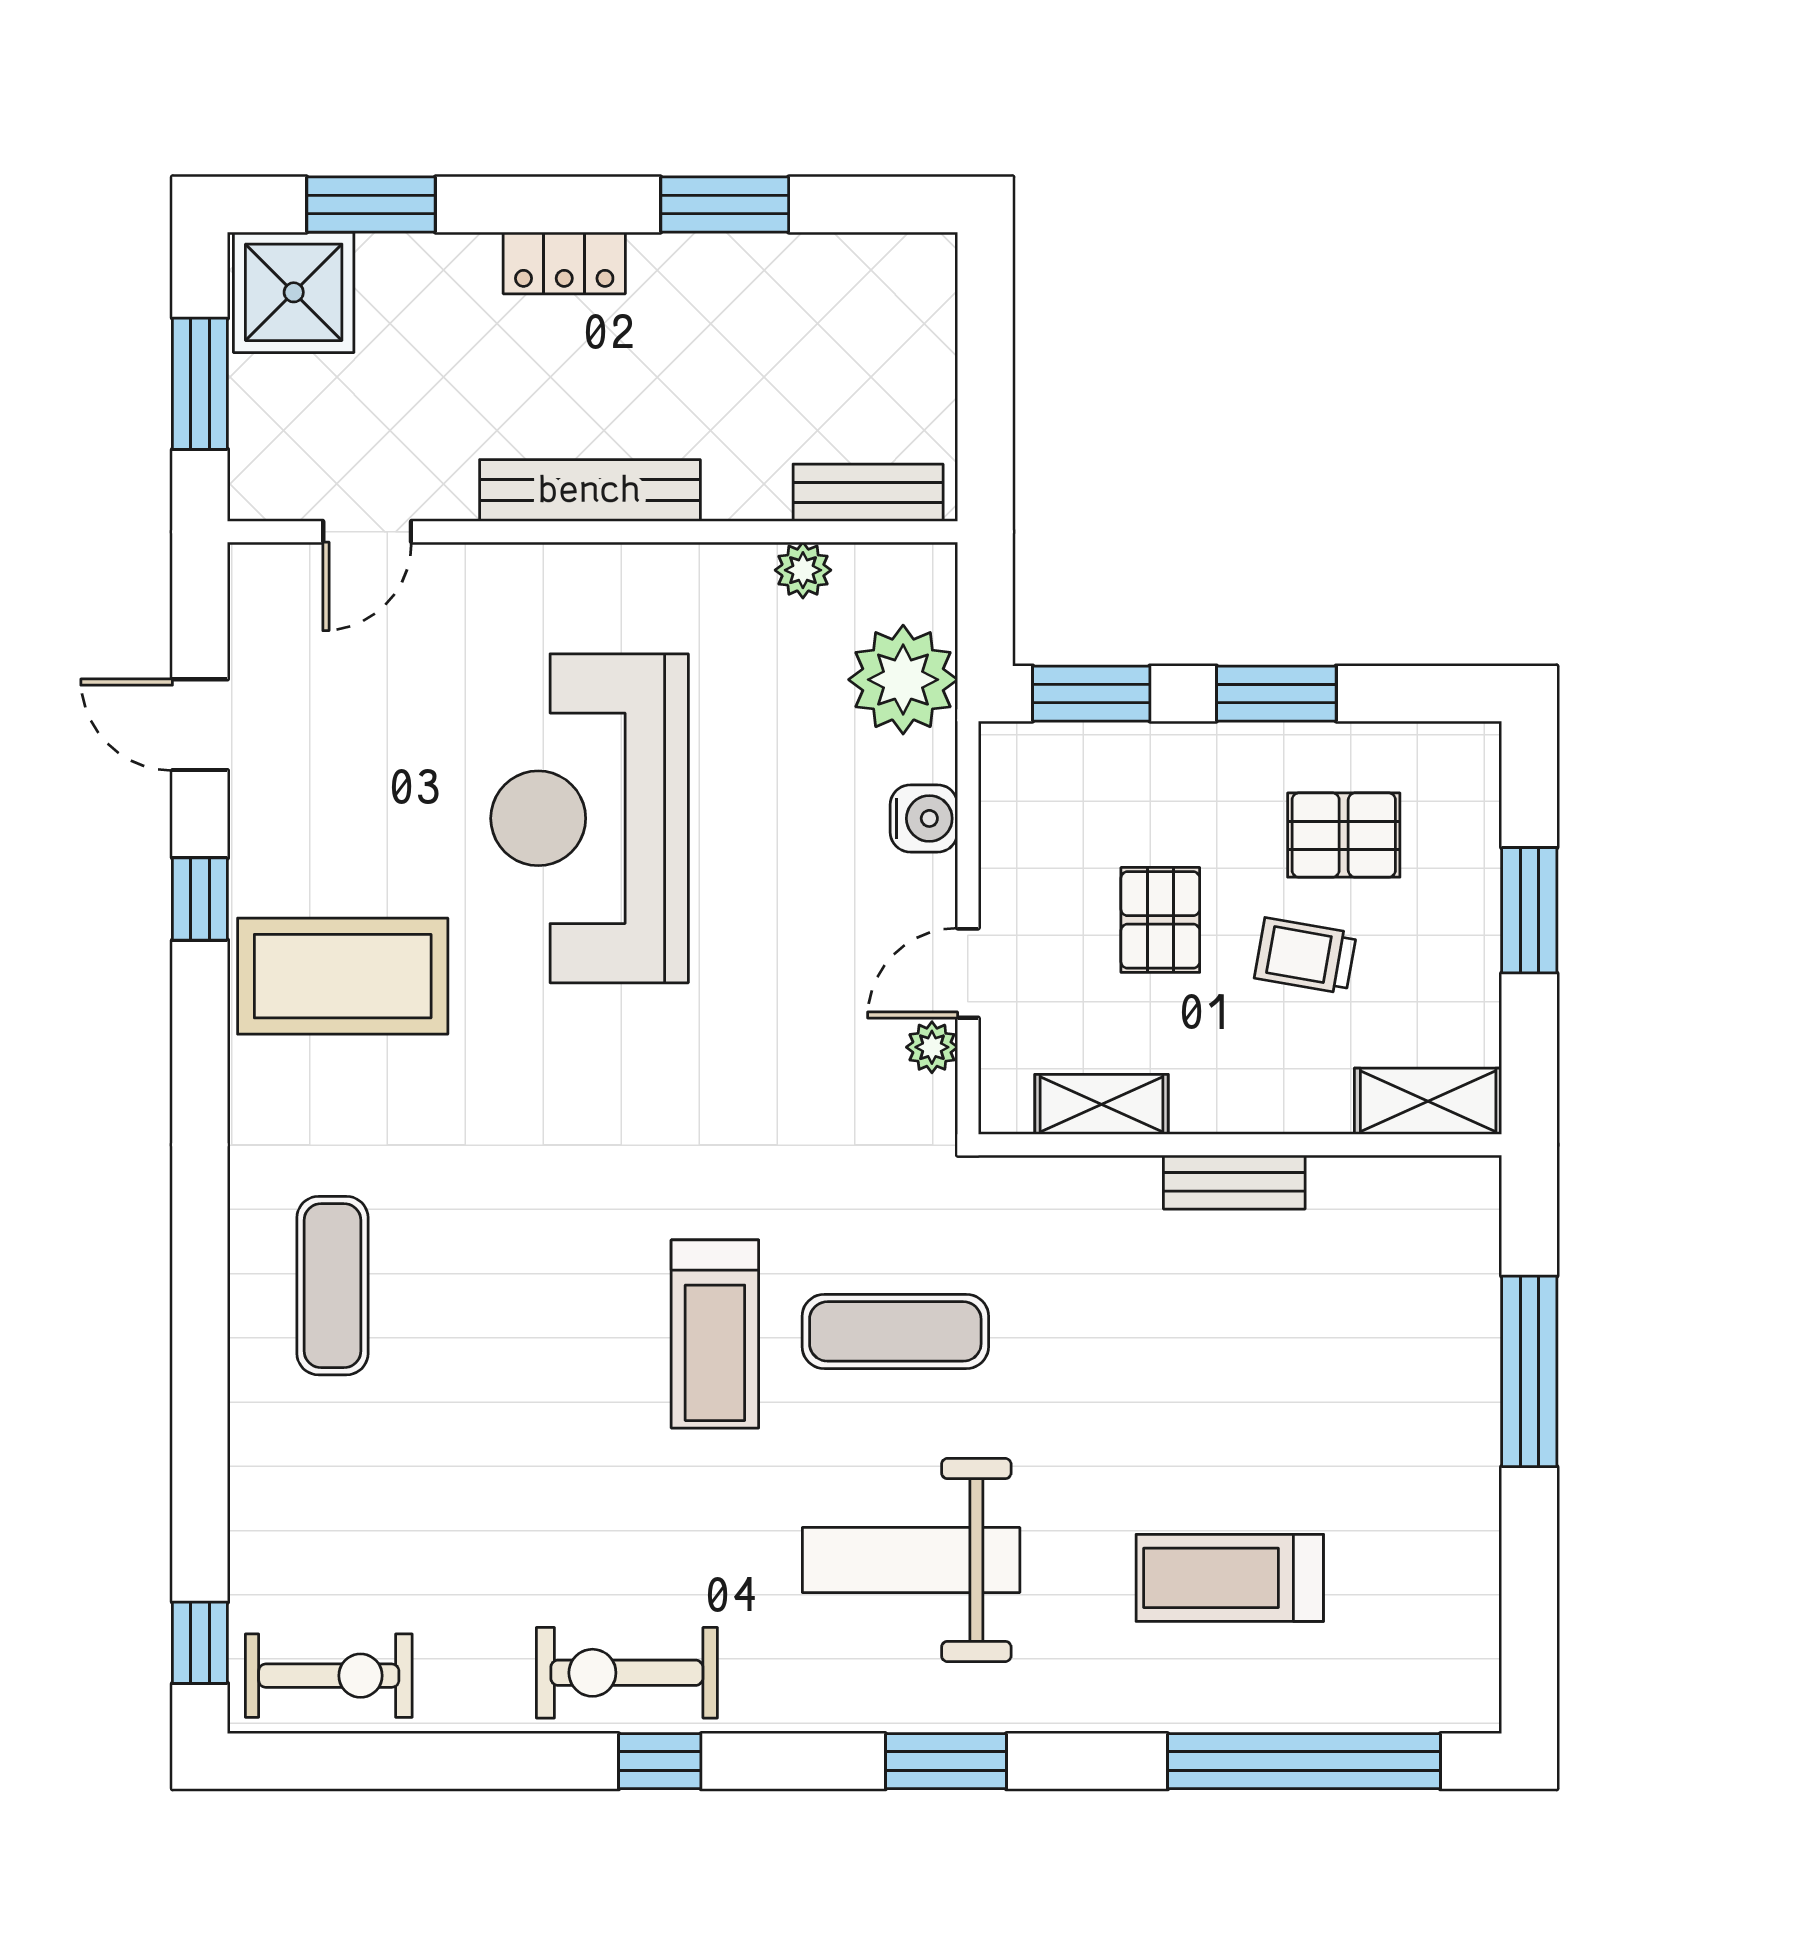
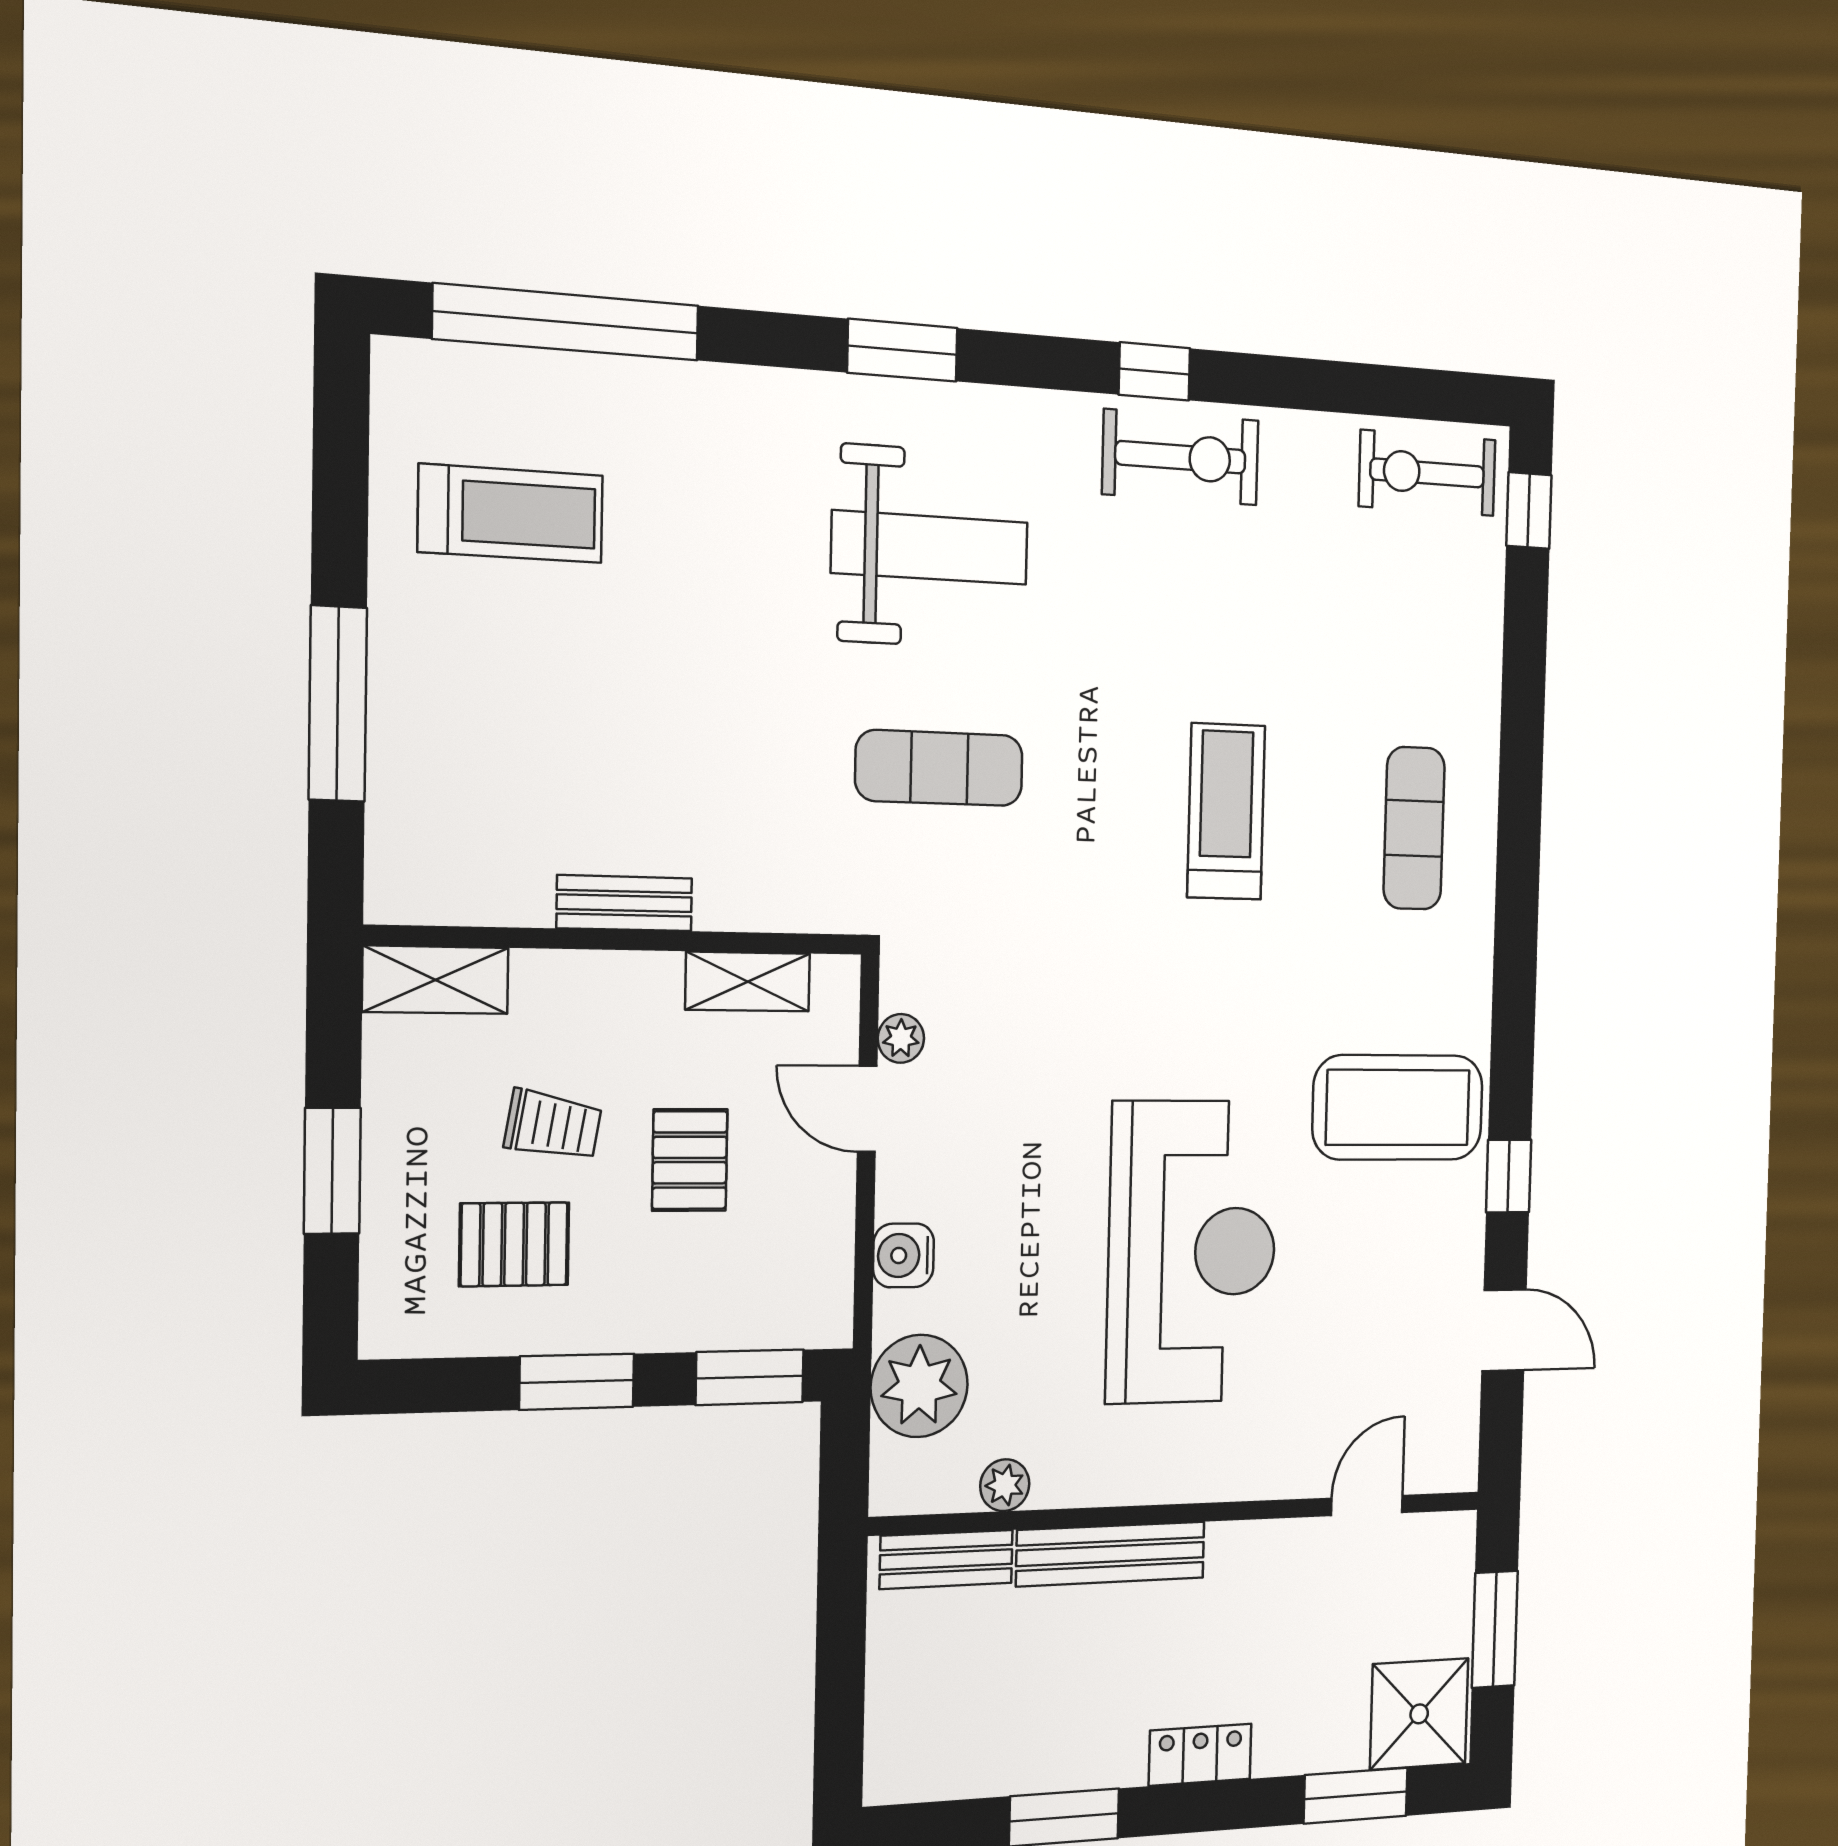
bench: (590, 490) -> (1111, 1554), moved
door: (968, 973) -> (867, 1109), swing flipped
treadmill: (715, 1334) -> (1226, 811), moved
treadmill: (1230, 1578) -> (511, 514), moved

